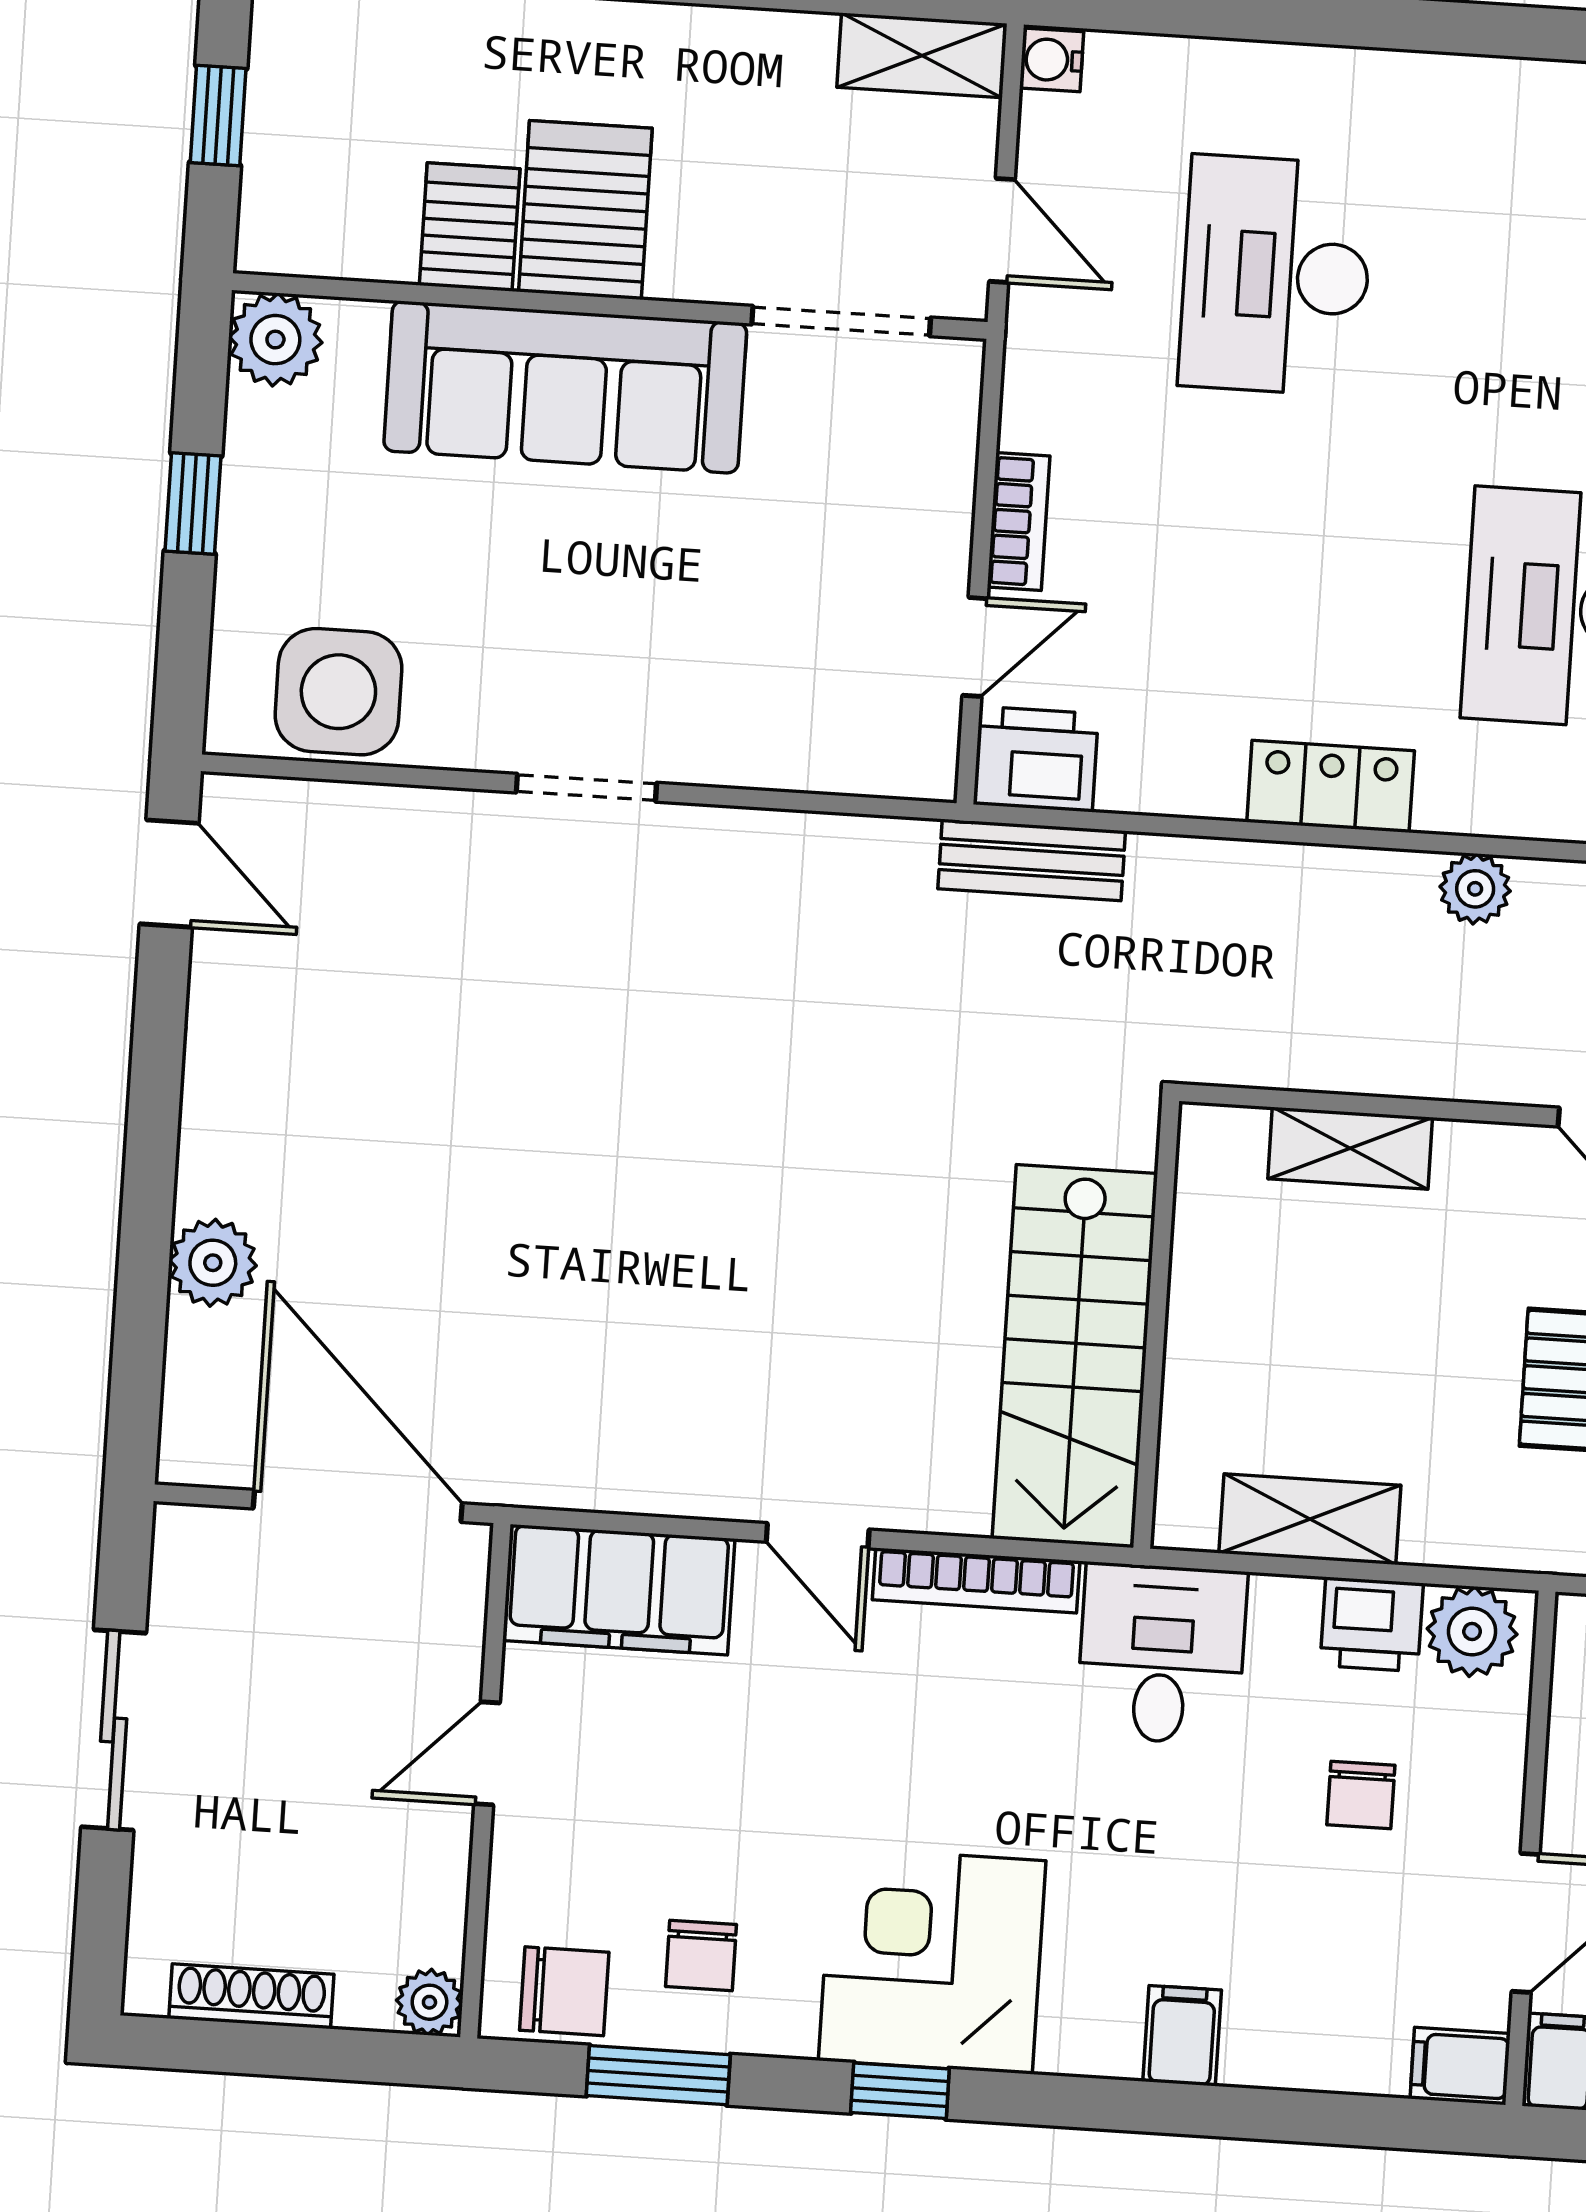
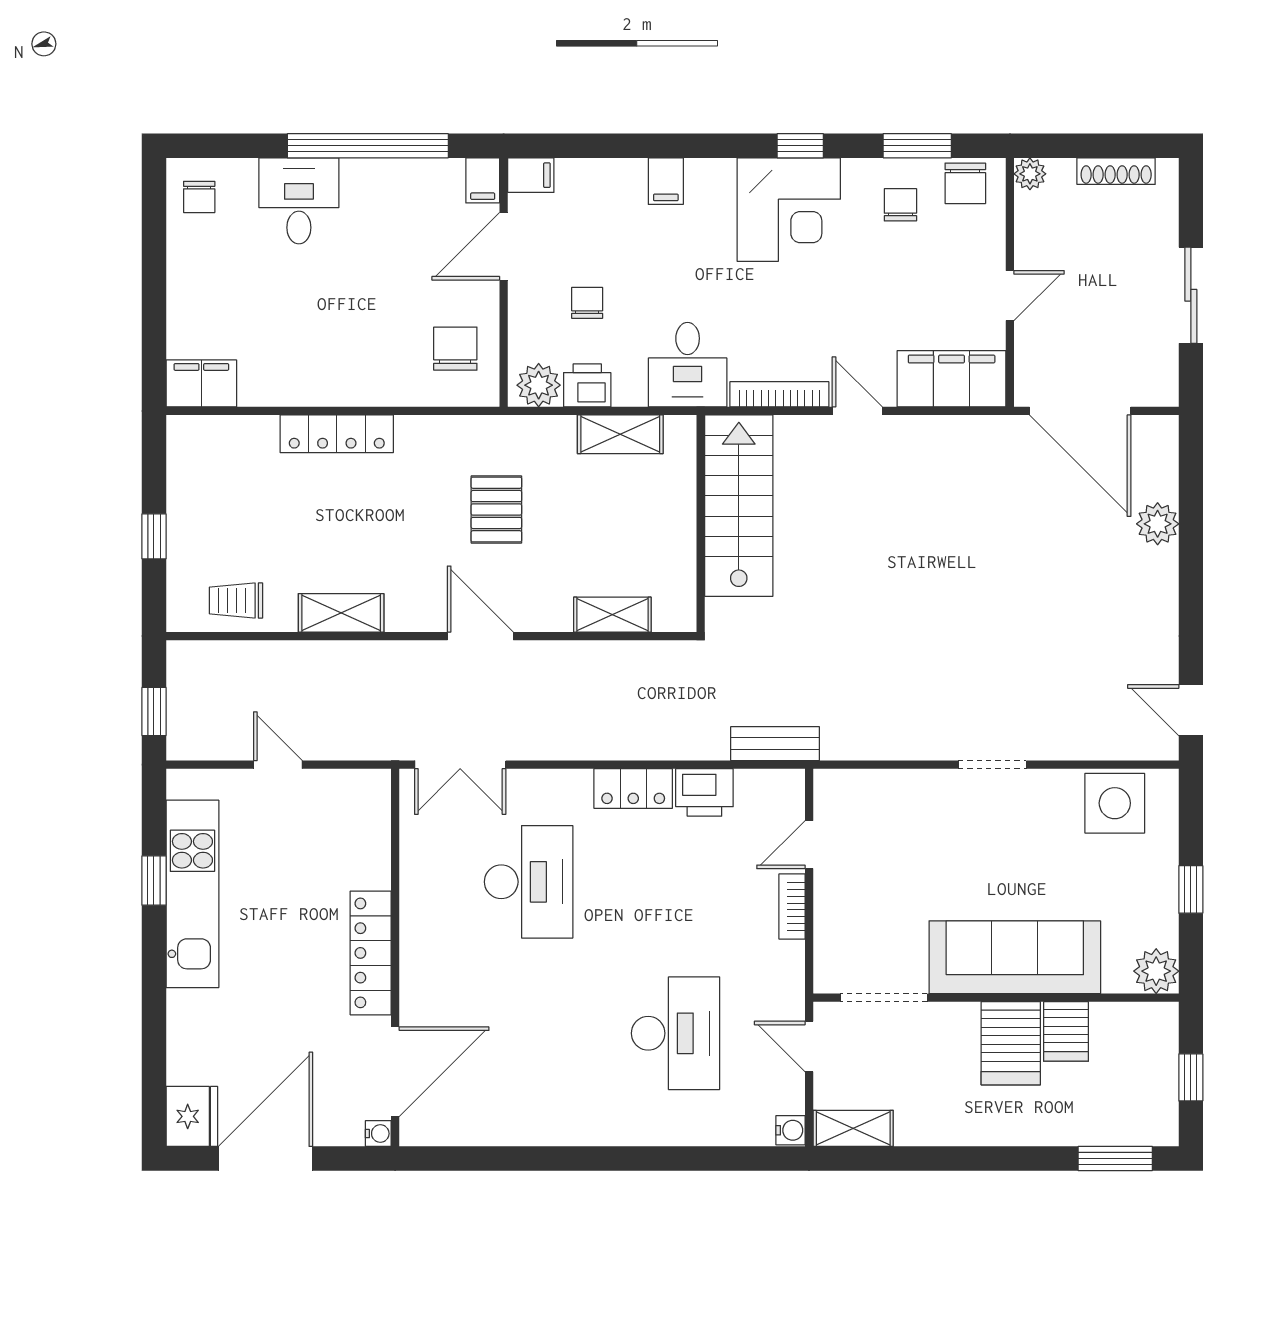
printer: (1036, 759) -> (704, 792), moved
plant: (1475, 889) -> (560, 744), removed
chair: (564, 1991) -> (965, 183), turned -90

